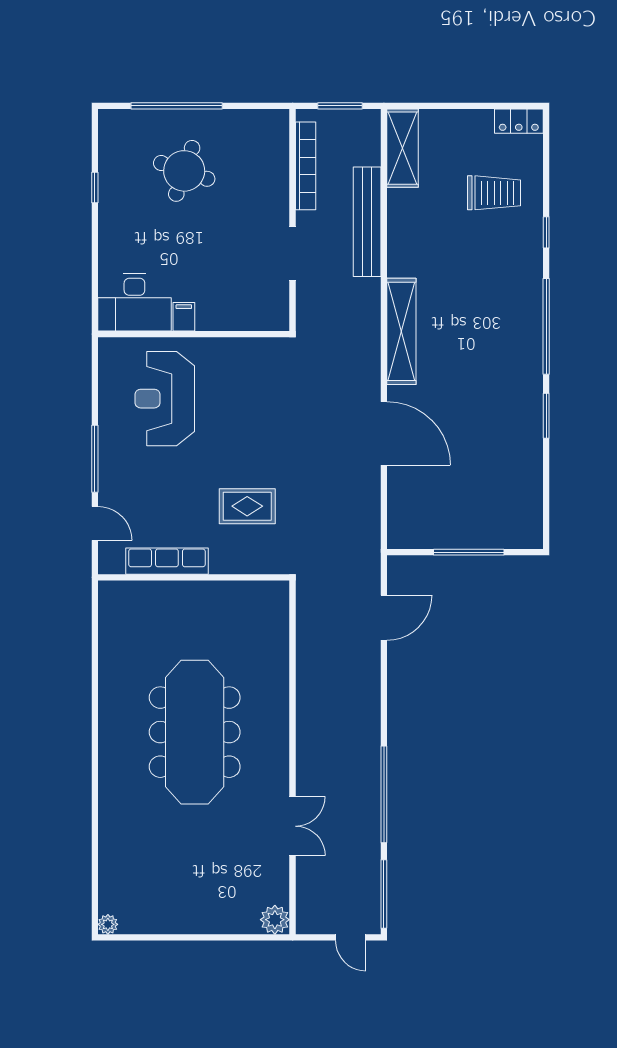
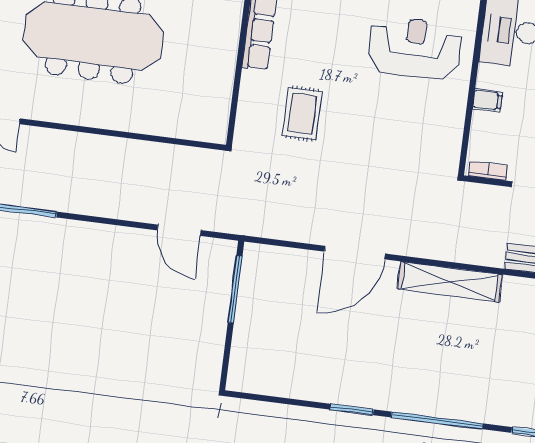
bookcase: (282, 307) -> (488, 171), added
filing cabinet: (184, 317) -> (487, 100), moved
window: (469, 552) -> (235, 289), moved

